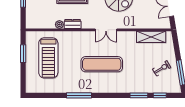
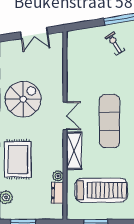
dresser: (73, 24) -> (57, 193), moved
shelving: (151, 37) -> (74, 151), moved

